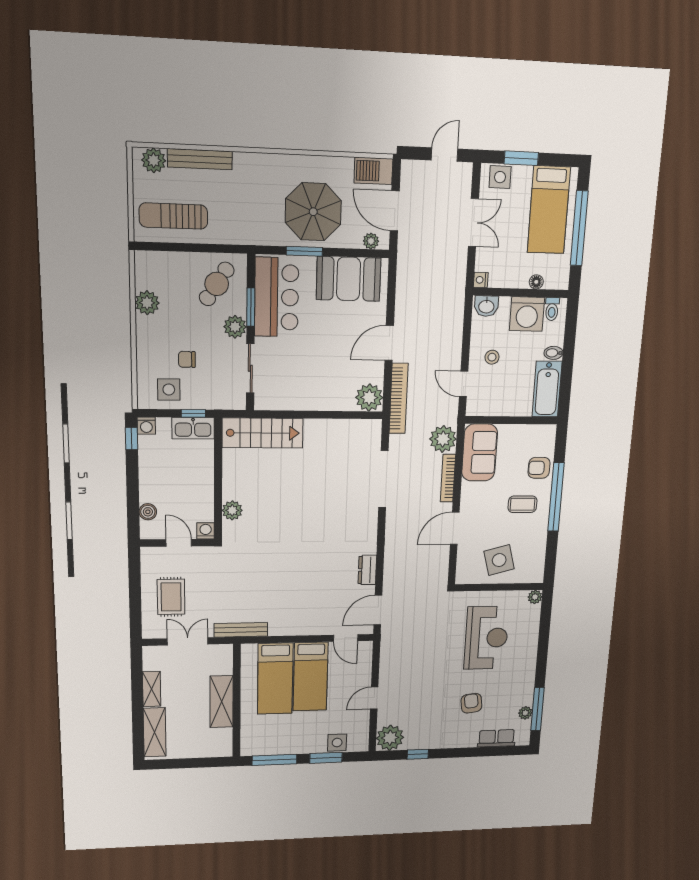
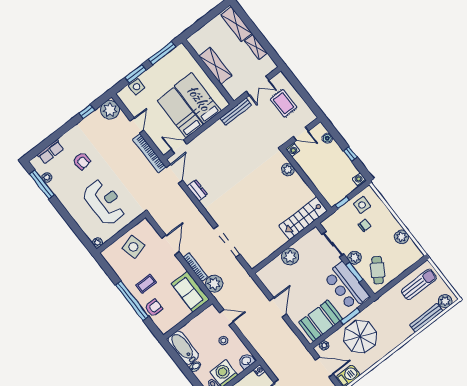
plant: (369, 398) -> (290, 257), moved
bookcase: (399, 398) -> (149, 153), moved
kitchen sink: (193, 428) -> (337, 195), removed
window: (132, 439) -> (350, 154), moved
reception desk: (486, 638) -> (105, 202), turned 180

